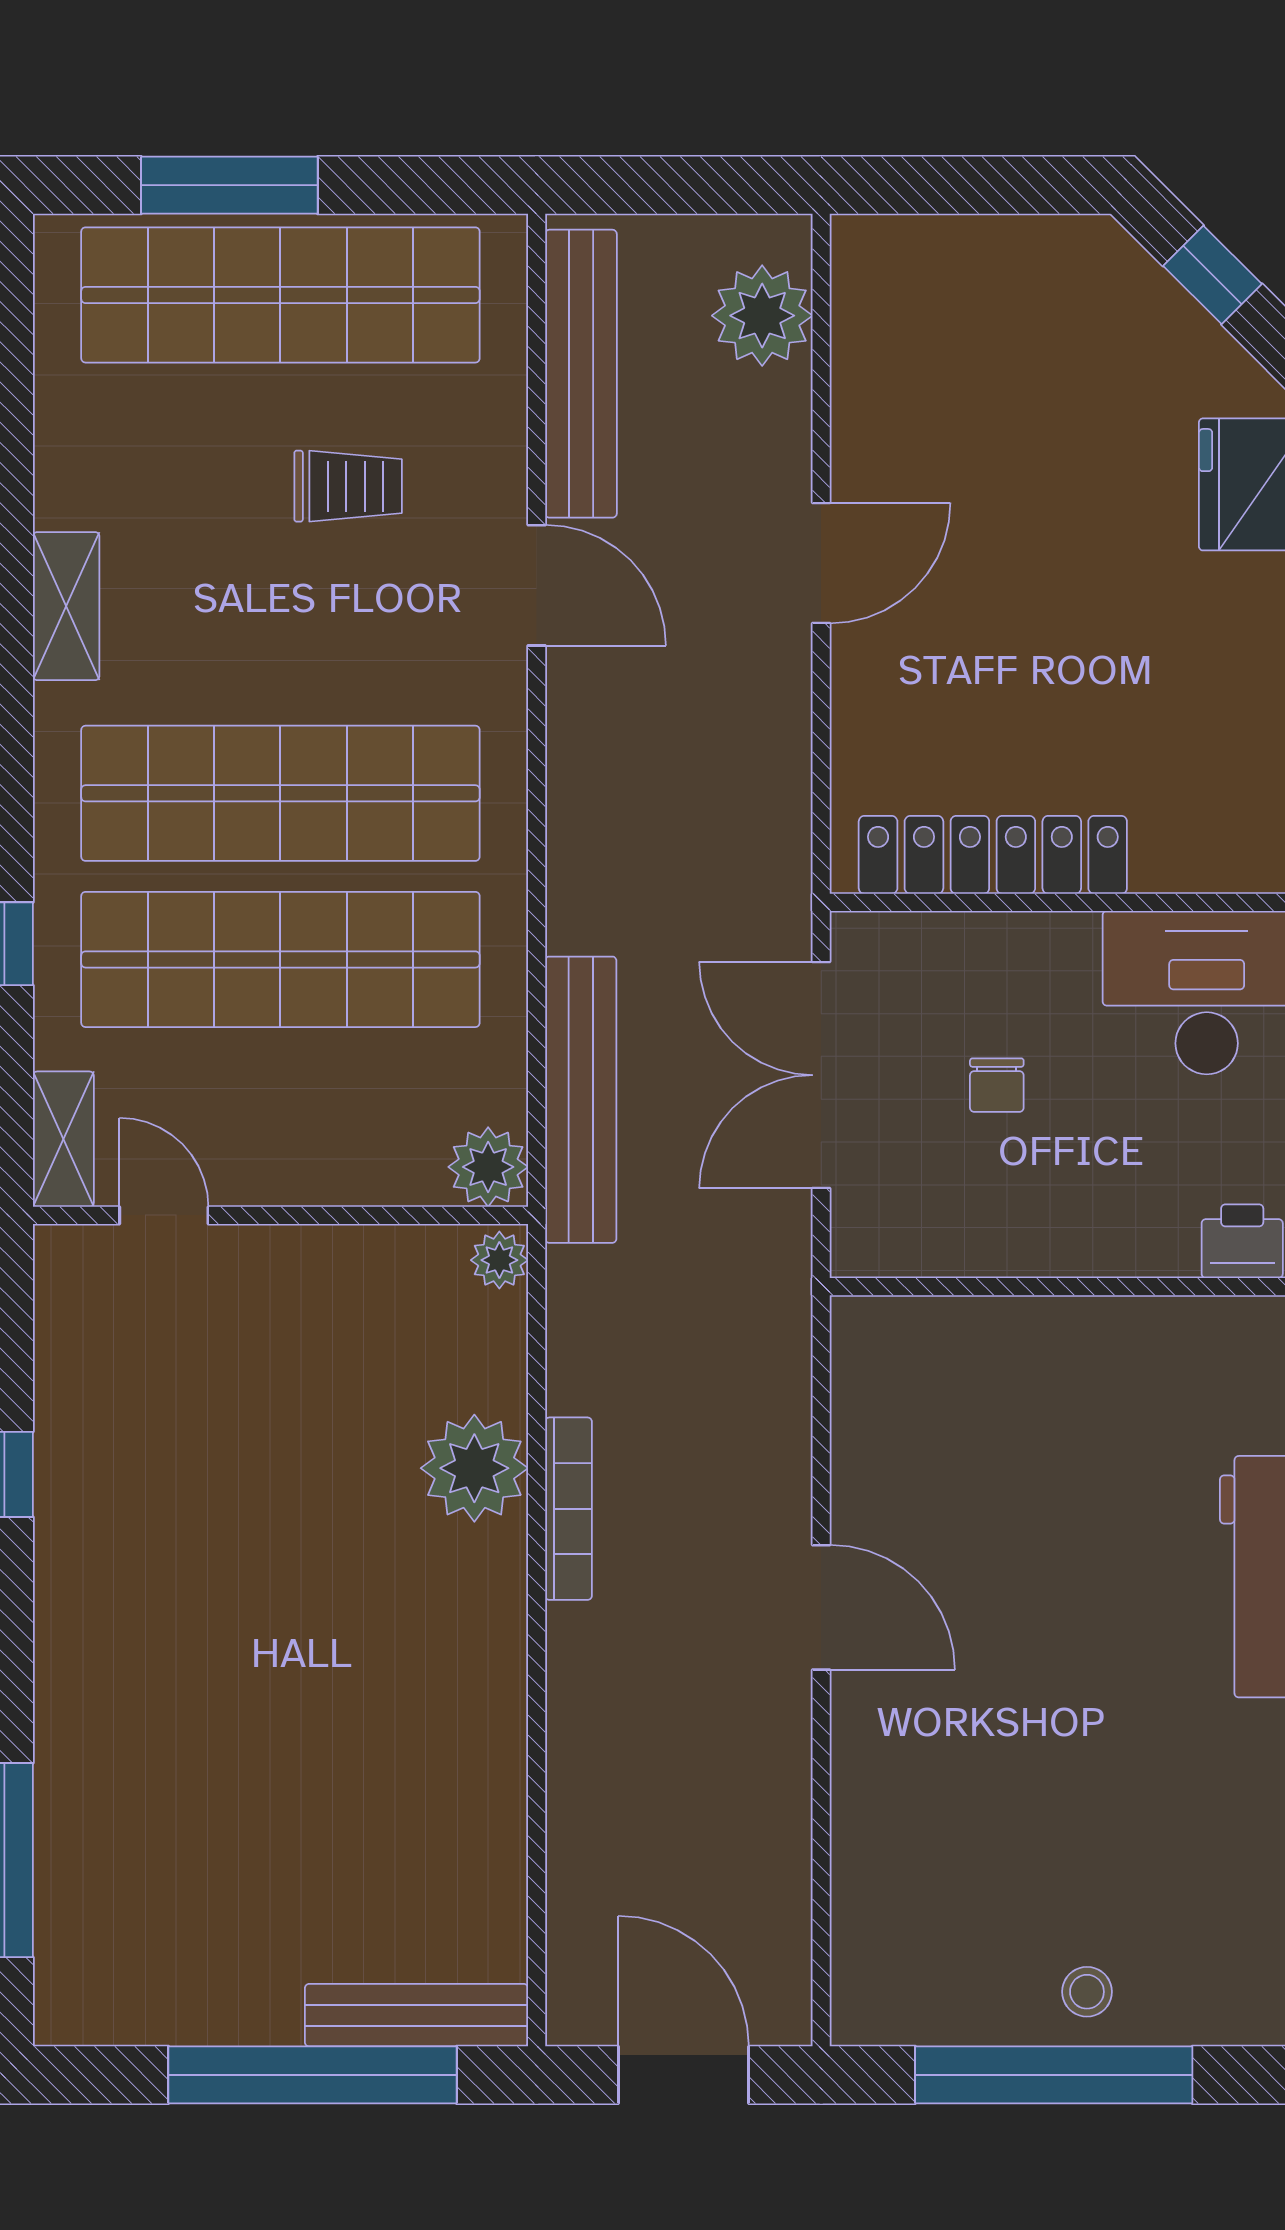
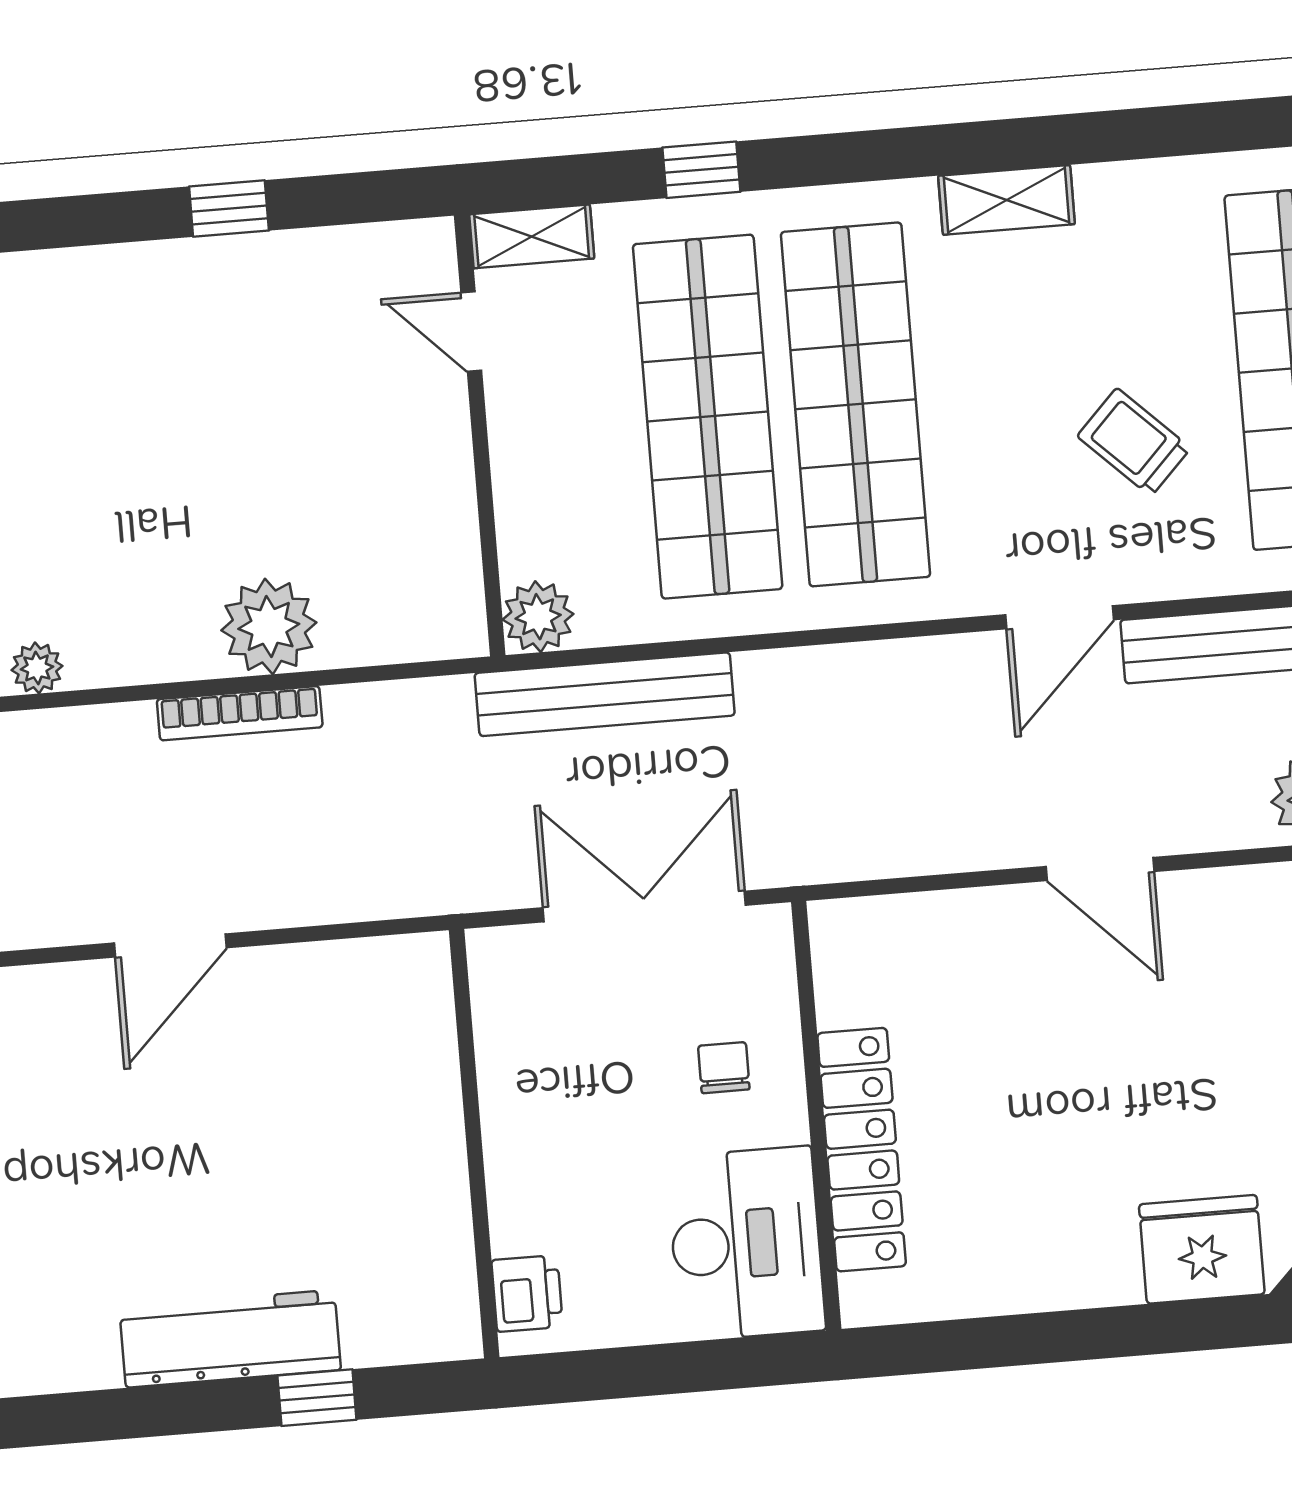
trolley: (348, 486) -> (1134, 442), turned 134
locker: (993, 855) -> (862, 1150), moved
chair: (997, 1085) -> (724, 1068), moved, turned 90
door: (164, 1215) -> (471, 332), swing flipped
plant: (499, 1260) -> (37, 668), moved

